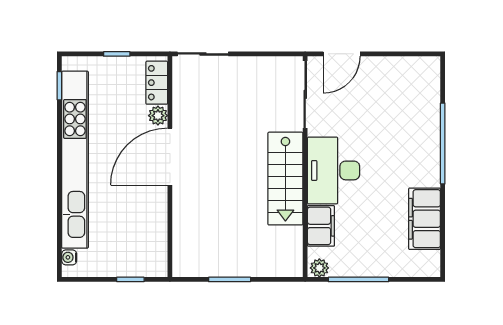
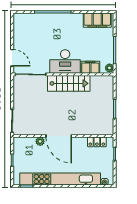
locker: (157, 83) -> (97, 142), moved
filing cabinet: (425, 219) -> (97, 20), moved

